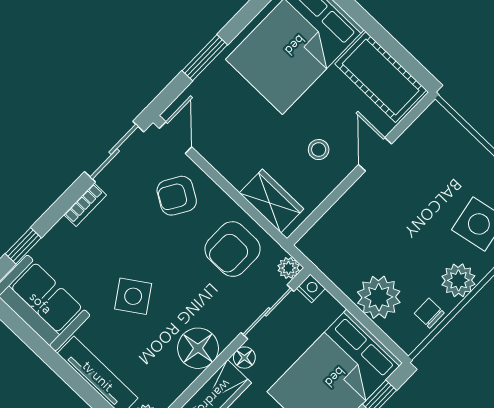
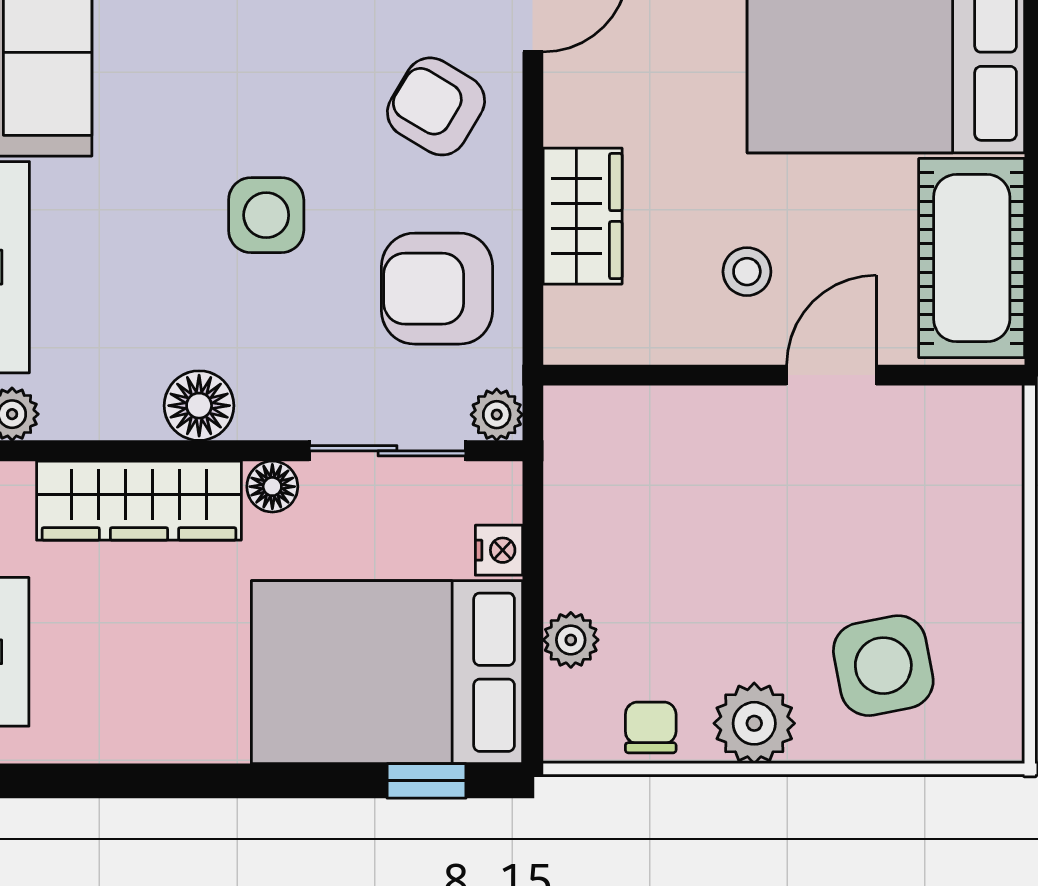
wardrobe: (272, 201) -> (583, 216), moved
nightstand: (311, 288) -> (499, 550), moved
side table: (133, 296) -> (266, 215), moved, turned 34
plant: (379, 297) -> (571, 640), width x0.53, depth x0.53
floor lamp: (198, 348) -> (199, 406), width x0.73, depth x0.73

